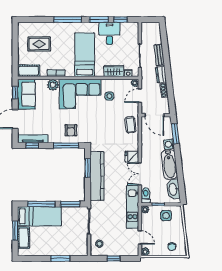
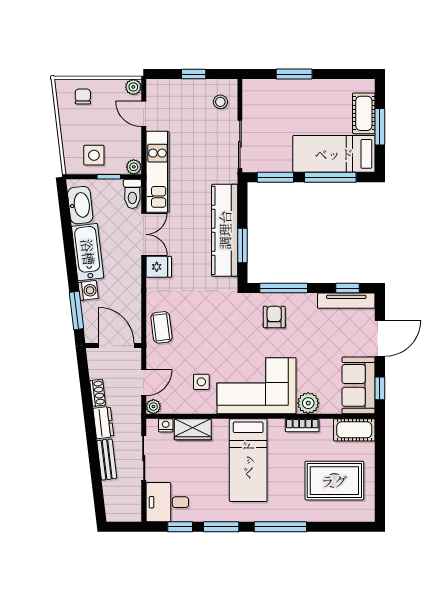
desk: (110, 33) -> (167, 502), moved, turned 90
rug: (39, 44) -> (334, 481), width x1.36, depth x1.43

